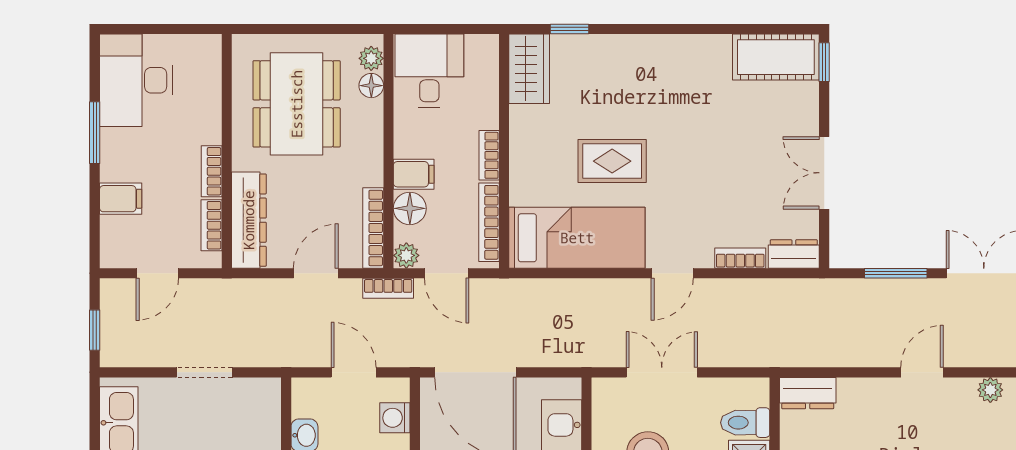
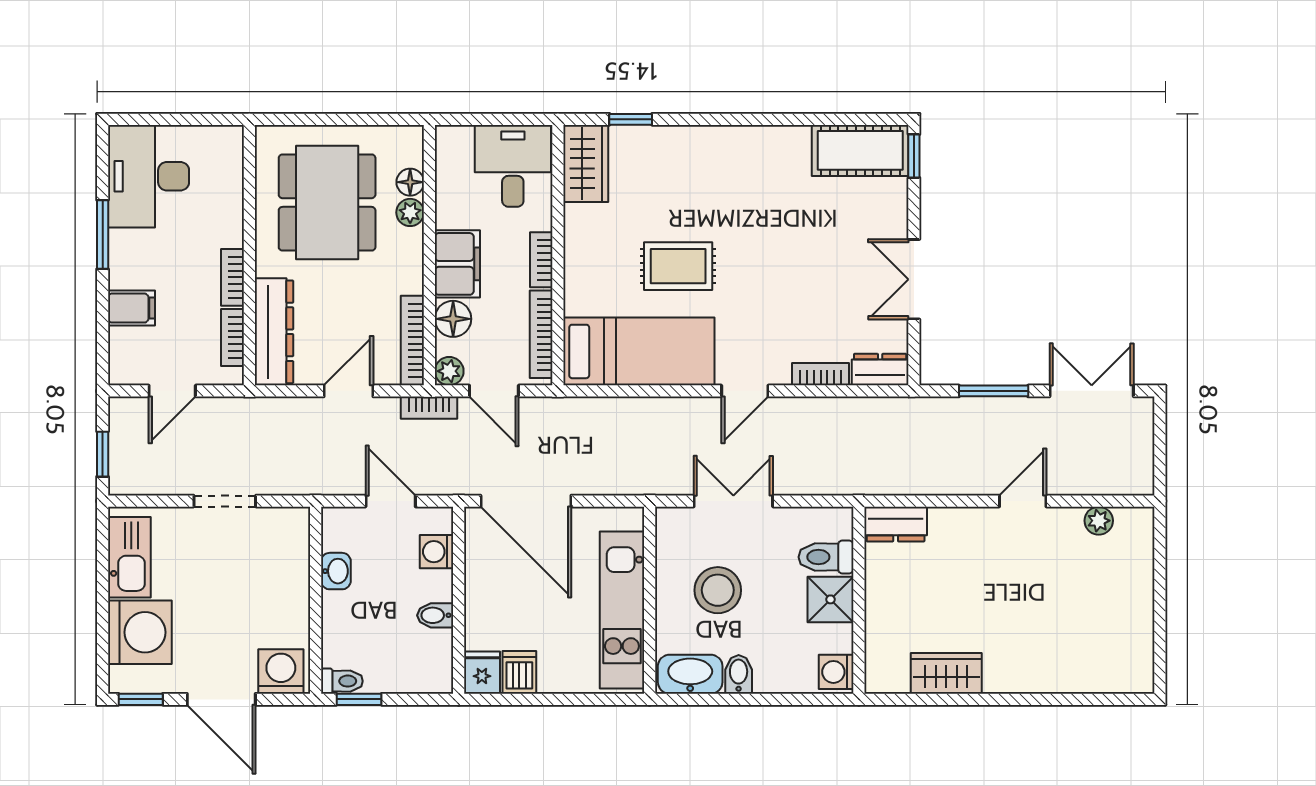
plant: (371, 58) -> (410, 212), moved
desk: (429, 71) -> (513, 166), moved
filing cabinet: (414, 174) -> (457, 264), width x2.00

